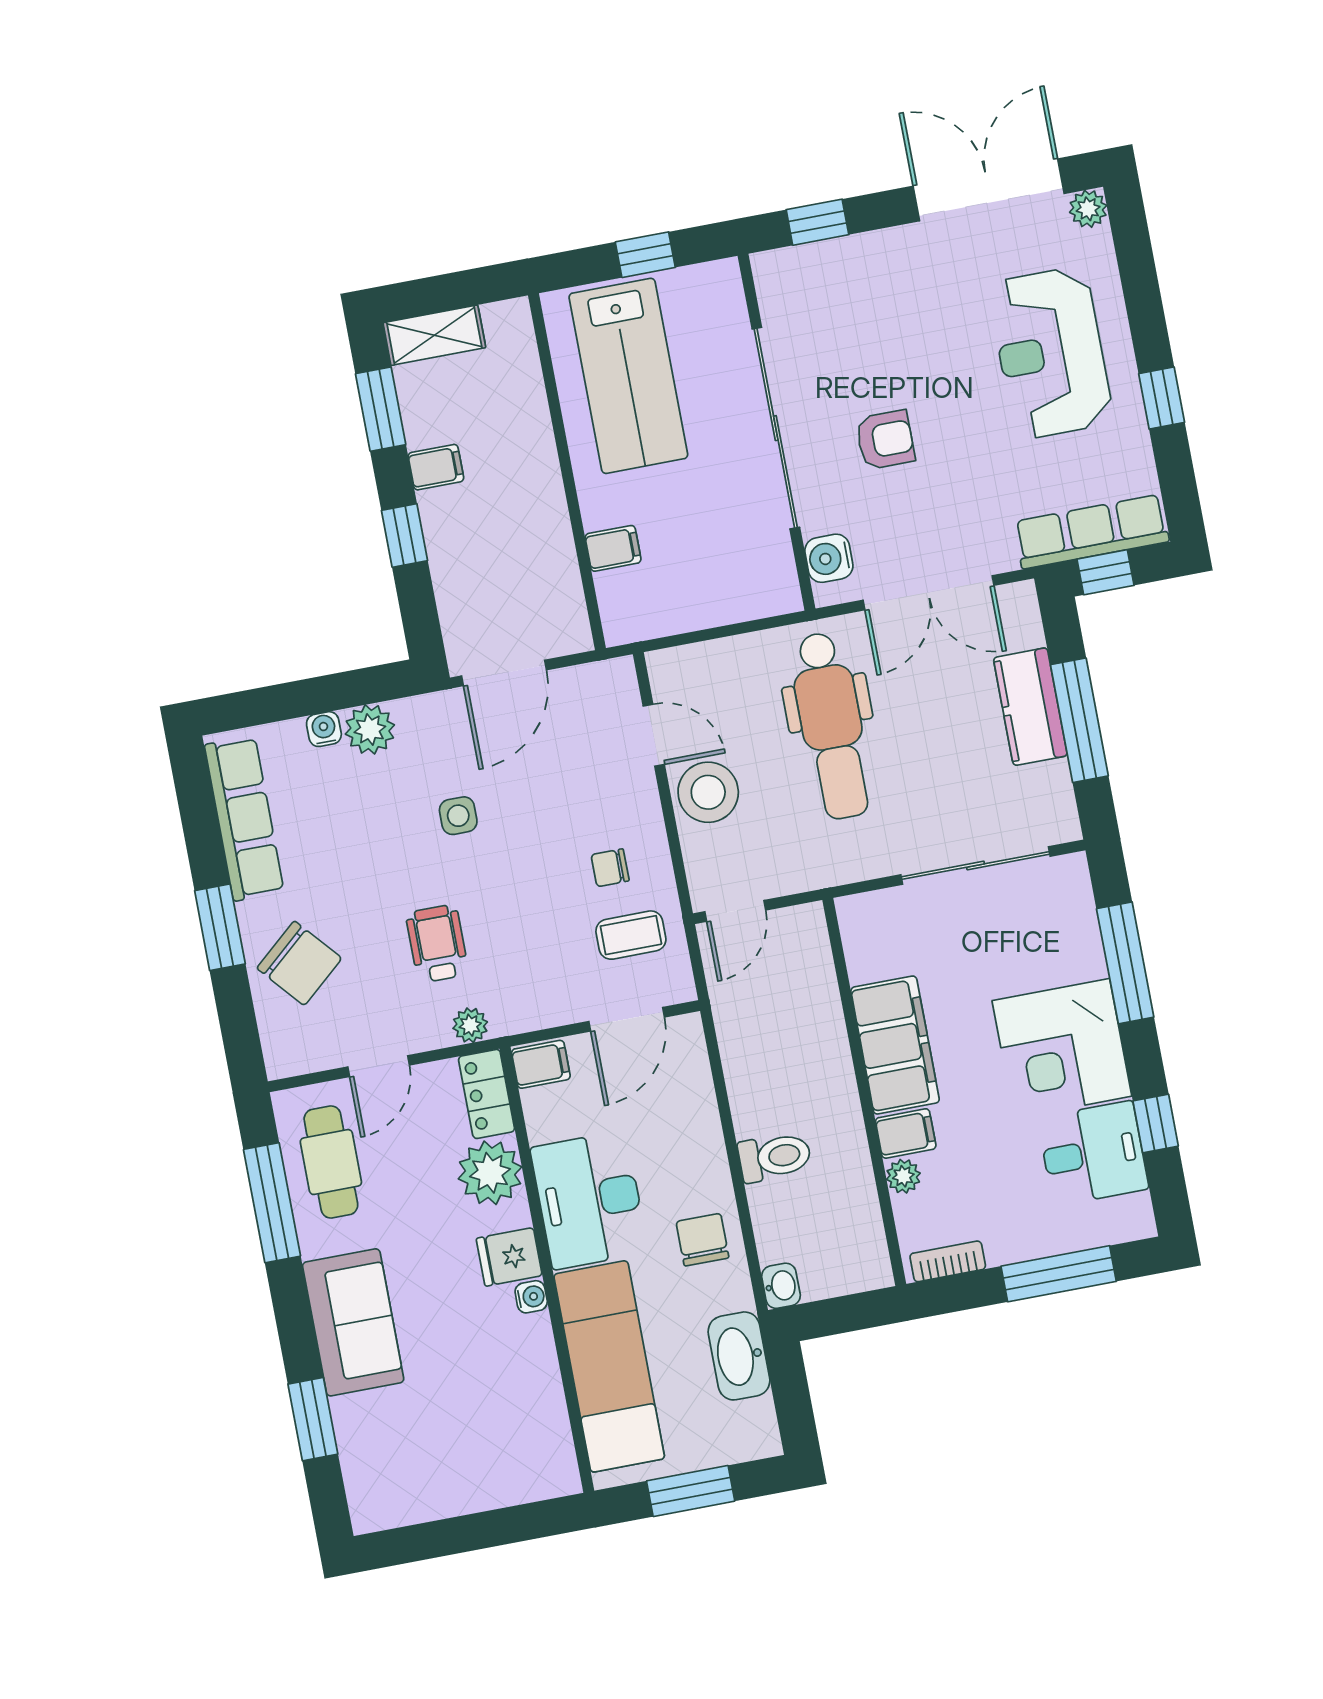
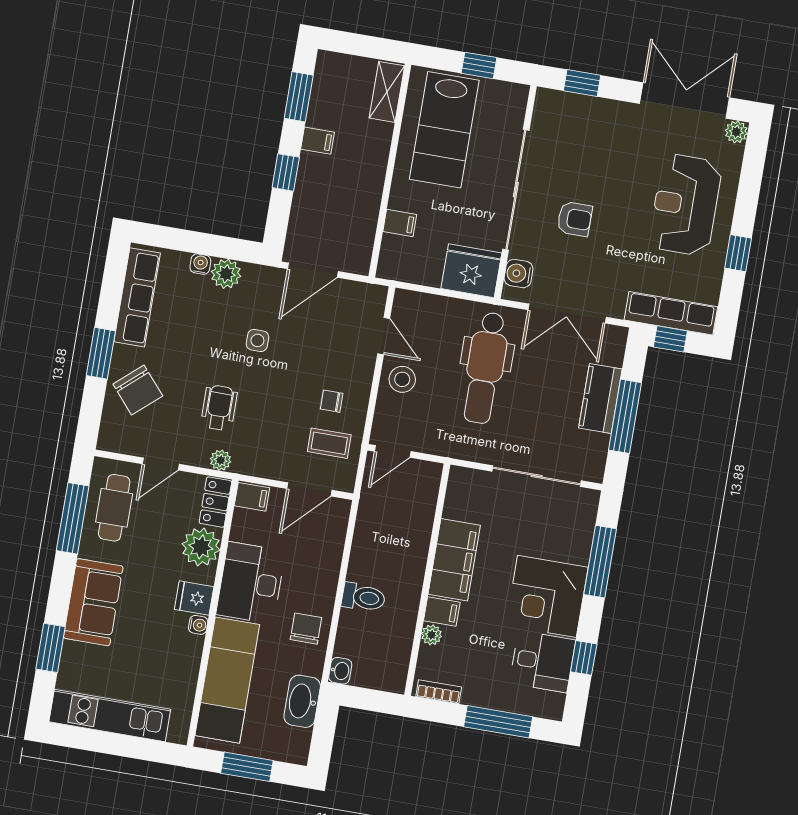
shelving: (434, 335) -> (387, 92), moved, turned 90
fridge: (753, 581) -> (471, 271), added
stool: (708, 792) -> (402, 379), width x0.73, depth x0.73
kitchen unit: (445, 1491) -> (110, 715), added

